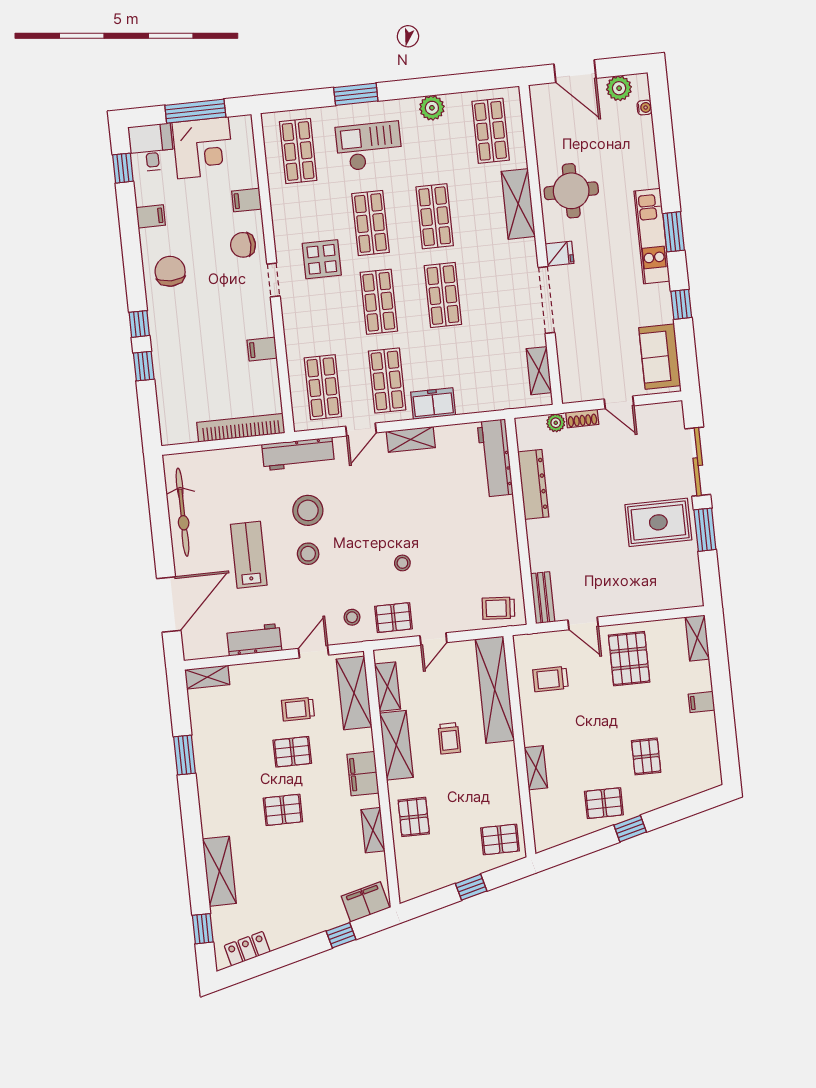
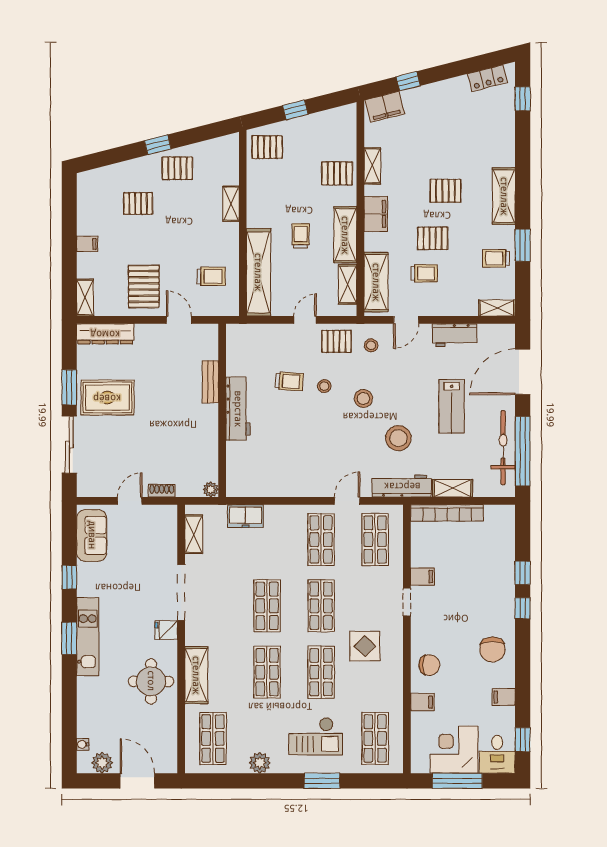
doorway: (273, 280) -> (407, 602), moved
door: (619, 402) -> (130, 501), hinge flipped
freezer: (433, 404) -> (246, 516), moved
plant: (556, 423) -> (211, 489), moved
shelving: (411, 439) -> (453, 488), moved
workbench: (495, 458) -> (238, 409), moved
dresser: (533, 484) -> (105, 334), moved, turned -90
window: (159, 511) -> (523, 451), added
stool: (308, 554) -> (363, 398), moved
bench: (543, 598) -> (210, 382), moved
trolley: (498, 608) -> (289, 381), moved
trolley: (215, 736) -> (496, 258), added
pallet: (646, 756) -> (138, 203), turned 90
pallet: (414, 817) -> (337, 173), turned 90
shelving: (219, 871) -> (504, 196), moved

